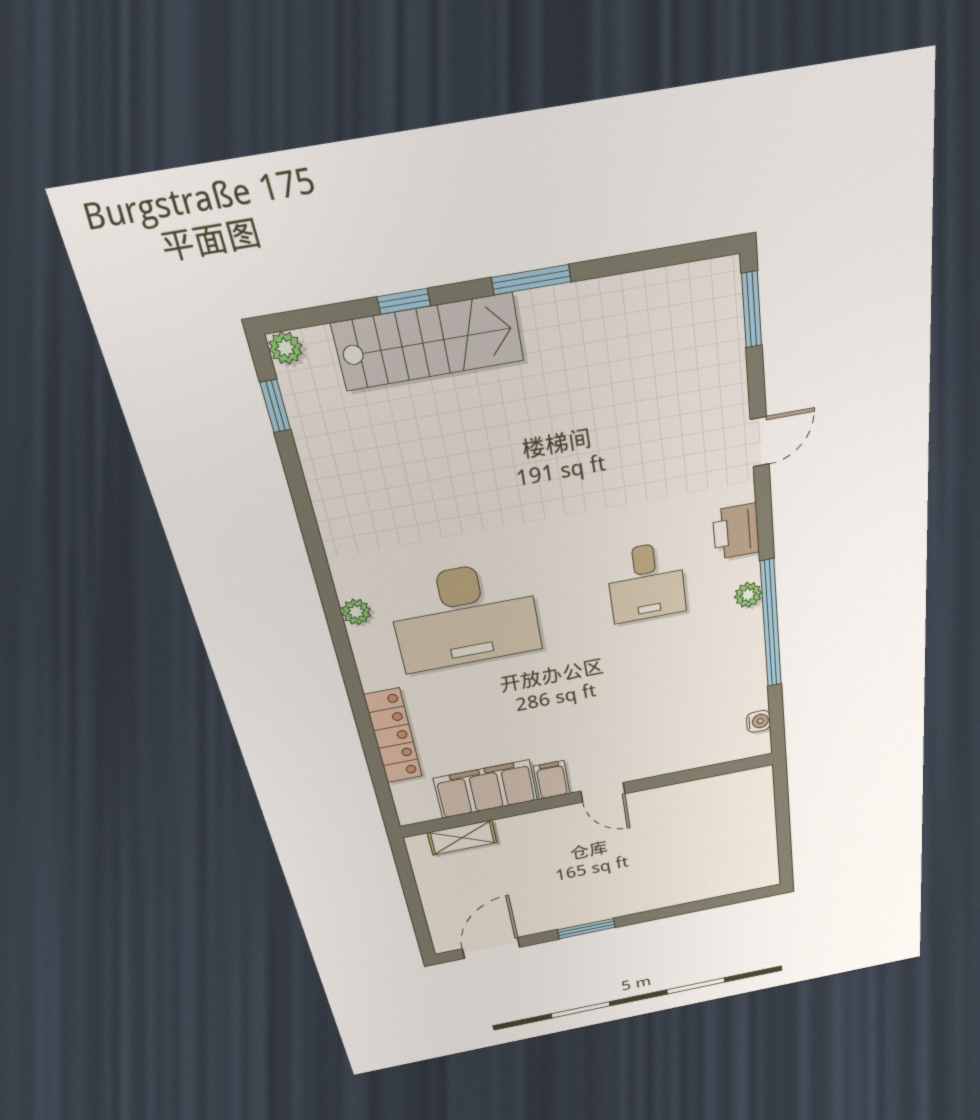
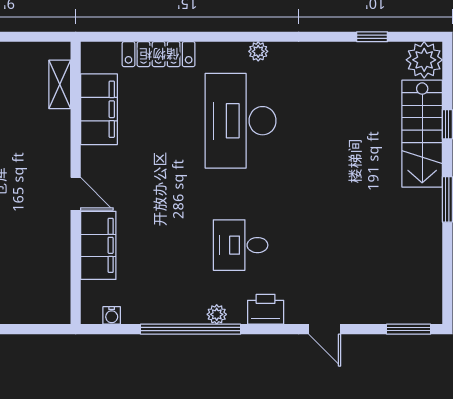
plant: (285, 348) -> (424, 60), width x1.88, depth x1.88
window: (275, 406) -> (372, 37), moved
filing cabinet: (552, 780) -> (98, 245), moved, width x3.00, depth x1.17
door: (603, 792) -> (76, 194), swing flipped

